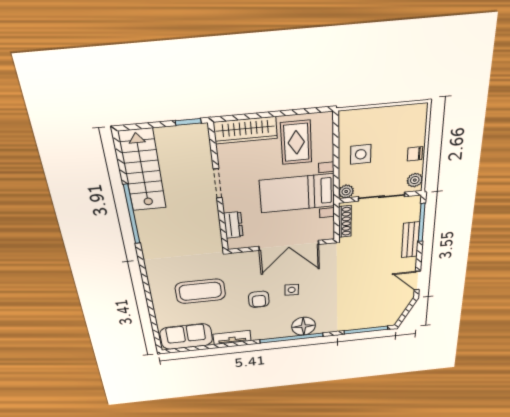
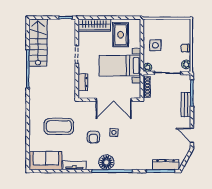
dresser: (374, 322) -> (166, 165), added
floor lamp: (304, 326) -> (106, 162), moved

